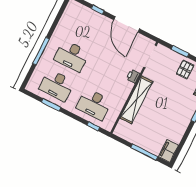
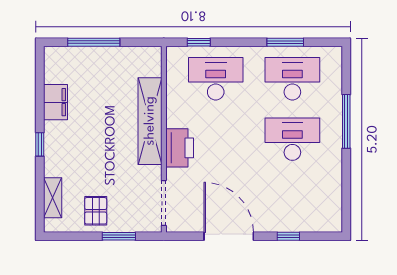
printer: (133, 76) -> (180, 148), width x1.87, depth x1.48
filing cabinet: (168, 151) -> (55, 102), moved

